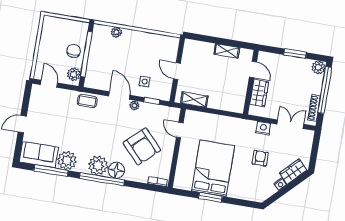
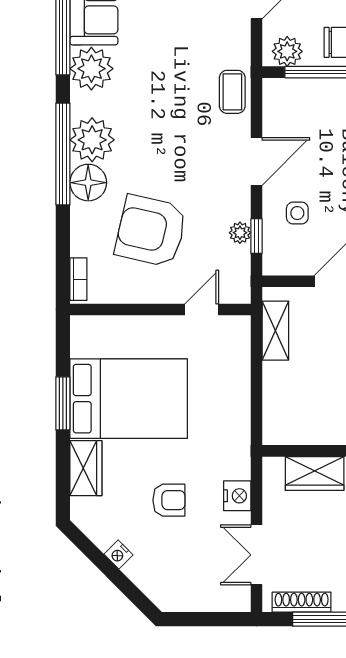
plant: (135, 105) -> (240, 233), moved
double door: (290, 124) -> (256, 555), swing flipped
armchair: (142, 146) -> (151, 231), turned 56
wardrobe: (293, 172) -> (86, 468), moved, turned 45

